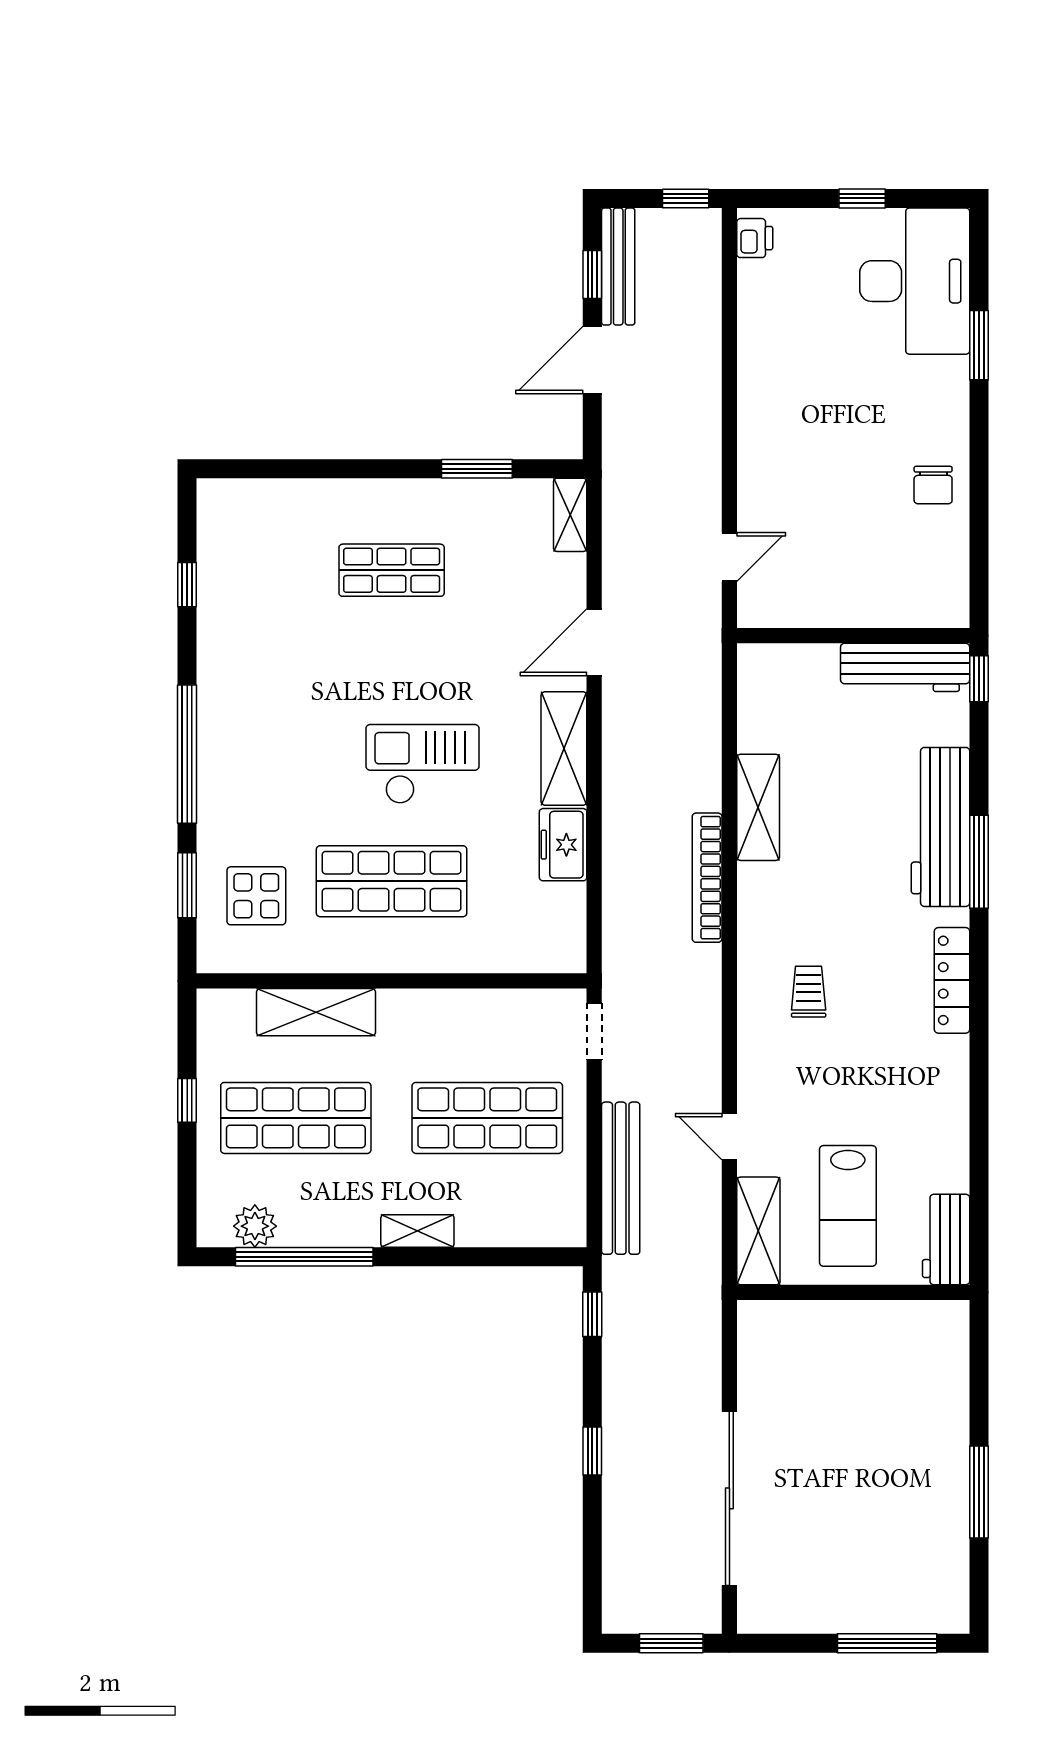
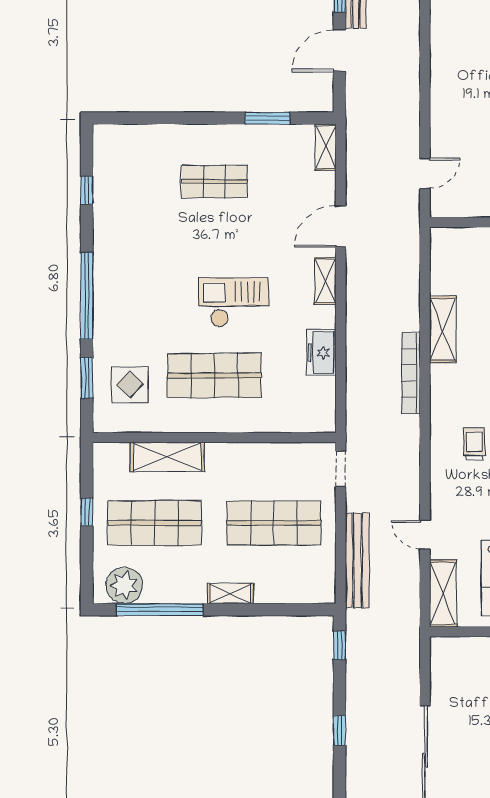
shelving: (564, 748) -> (325, 281), width x0.67, depth x0.75
plant: (255, 1226) -> (124, 586), width x1.36, depth x1.36

